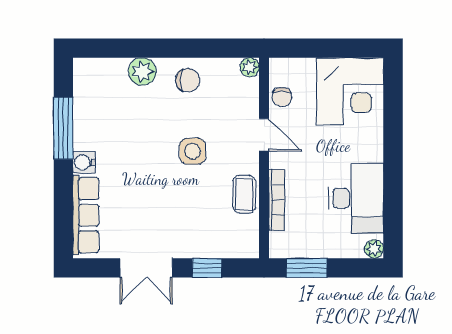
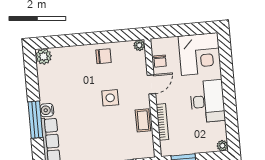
plant: (142, 71) -> (44, 56), moved
window: (63, 128) -> (35, 120), moved
door: (264, 135) -> (151, 84), hinge flipped
desk: (356, 198) -> (208, 101), moved

